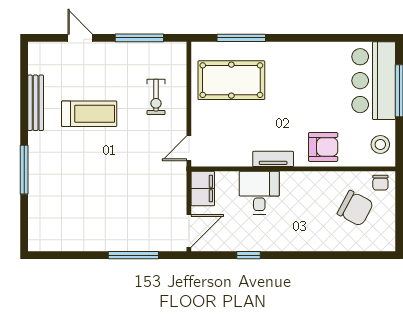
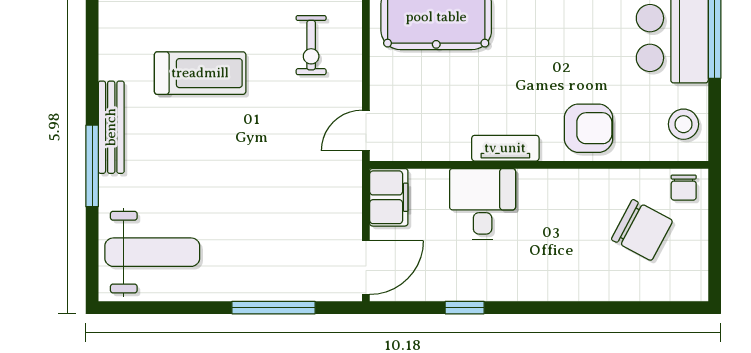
bench: (36, 103) -> (111, 127), moved
weight bench: (60, 222) -> (152, 252), added

